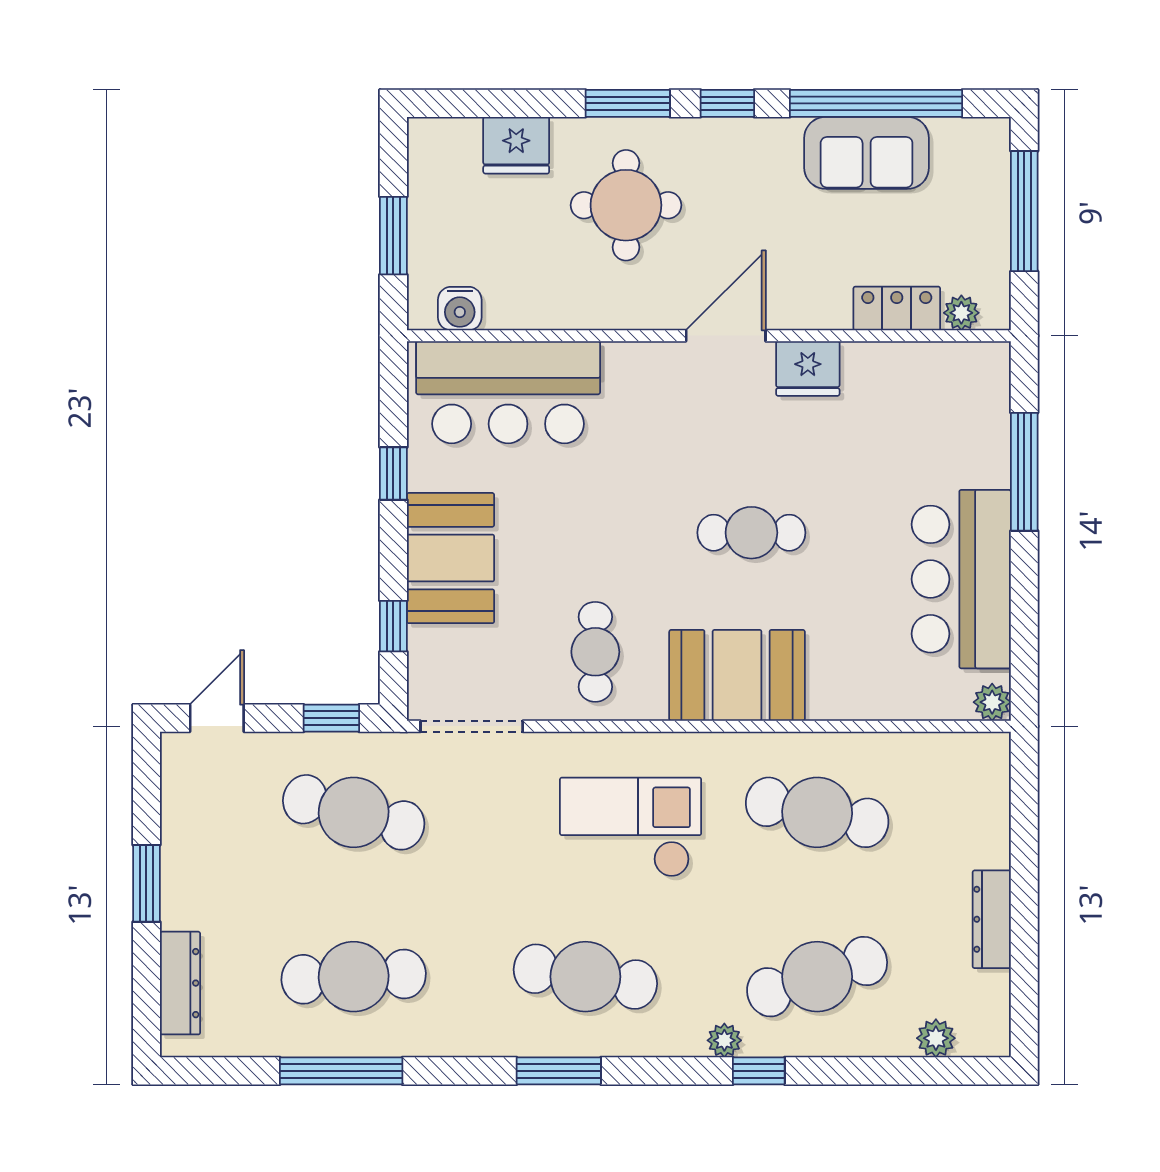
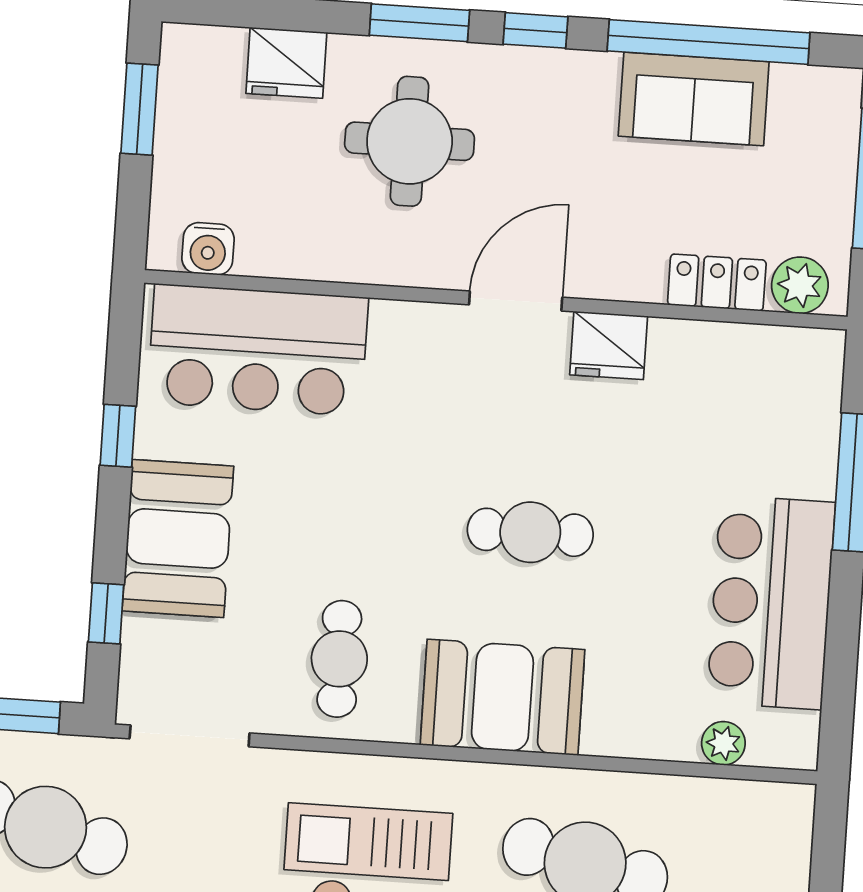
window: (393, 236) -> (140, 109), moved
plant: (961, 313) -> (800, 285), width x1.38, depth x1.38
plant: (992, 702) -> (723, 743), moved

